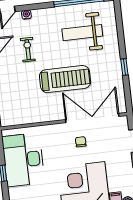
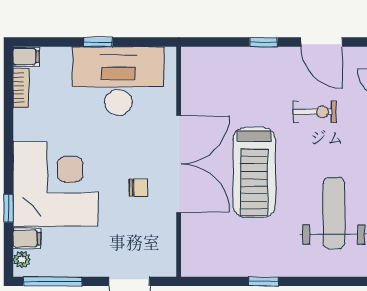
double door: (92, 118) -> (179, 164), moved

